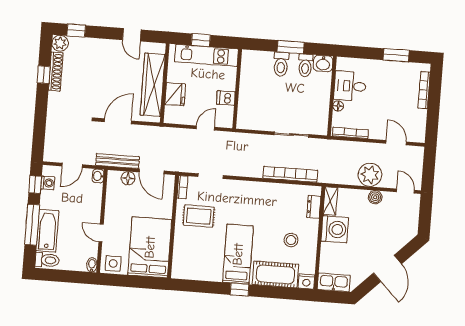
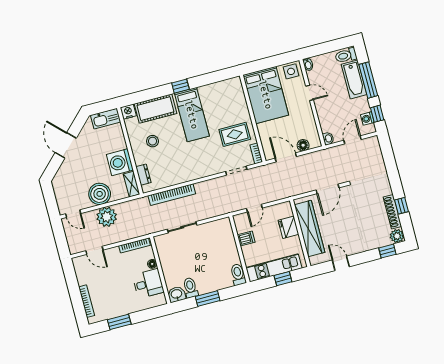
toilet: (281, 64) -> (238, 275), moved
bench: (118, 161) -> (317, 156), removed
boiler: (375, 197) -> (100, 194), width x1.86, depth x1.86

